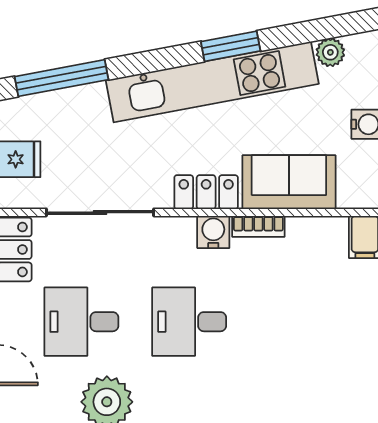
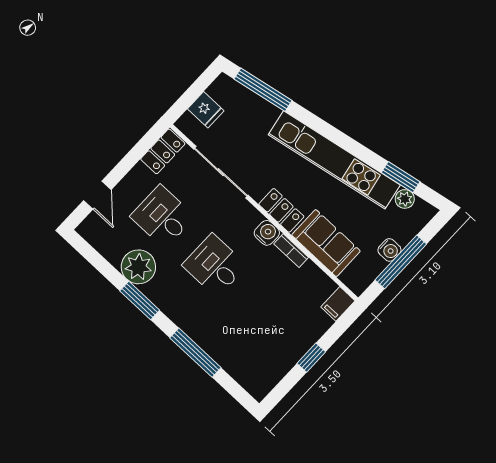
window: (231, 46) -> (401, 177), moved

